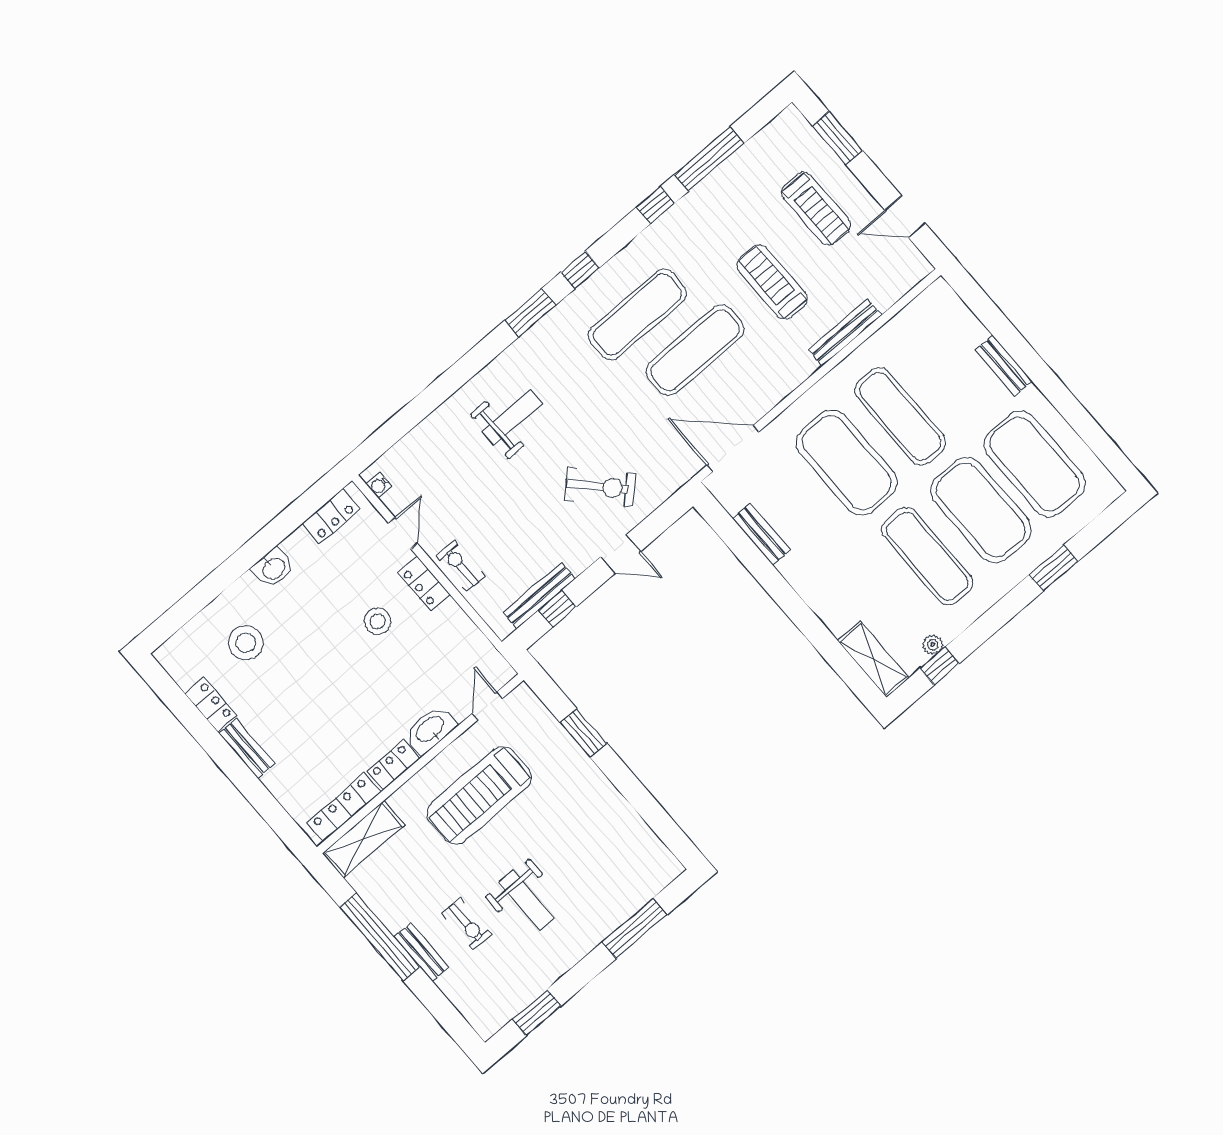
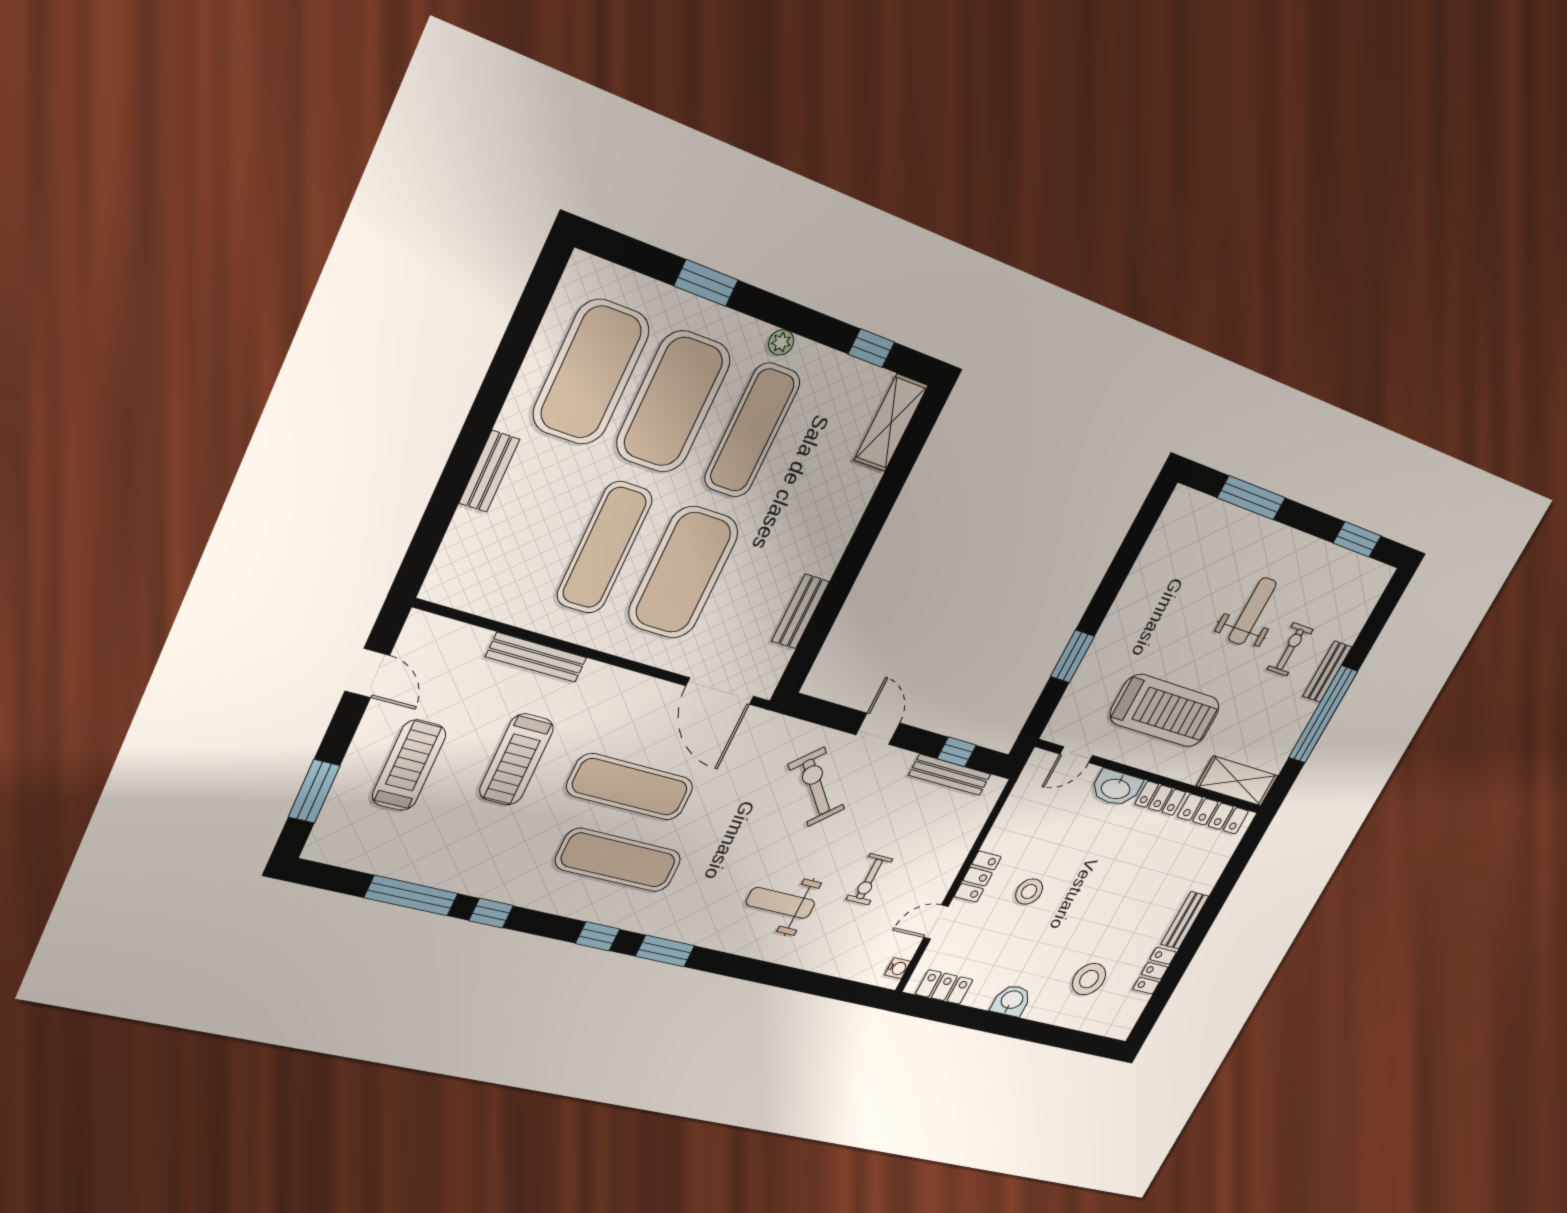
exercise bike: (461, 566) -> (869, 879), moved
plant: (933, 645) -> (781, 342), moved

